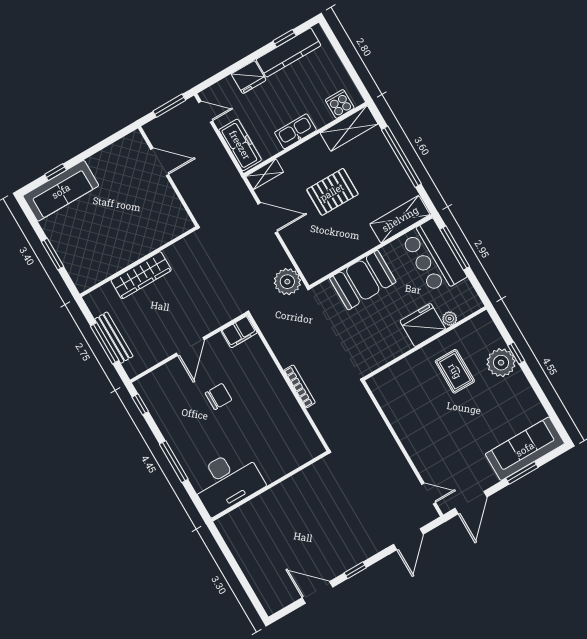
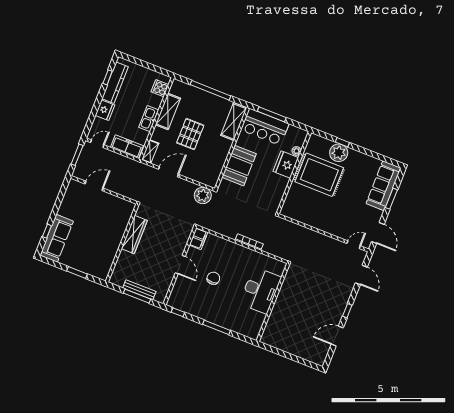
shelving: (349, 128) -> (168, 111), moved
wardrobe: (141, 275) -> (134, 235), moved
rug: (455, 371) -> (319, 175), width x1.86, depth x2.06
desk: (227, 481) -> (260, 290), moved

